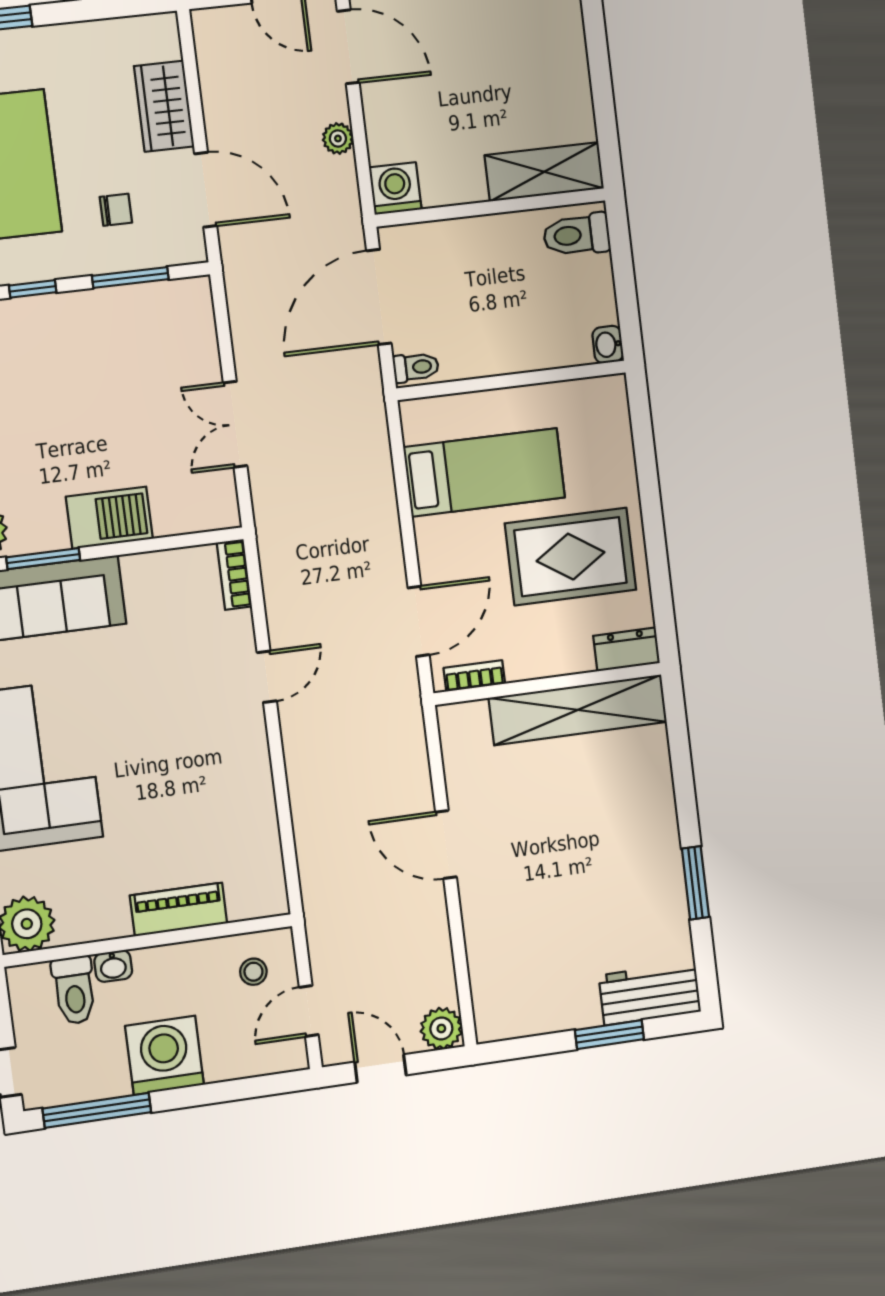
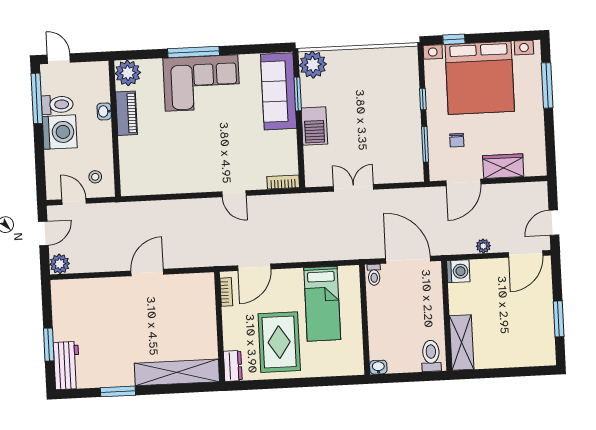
door: (419, 621) -> (254, 267), hinge flipped
shelving: (578, 710) -> (177, 372), moved, turned 90
piano: (179, 909) -> (127, 113), moved
toilet: (74, 990) -> (57, 105), moved, turned 180

